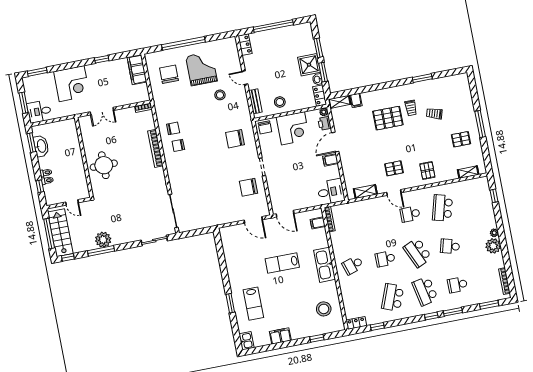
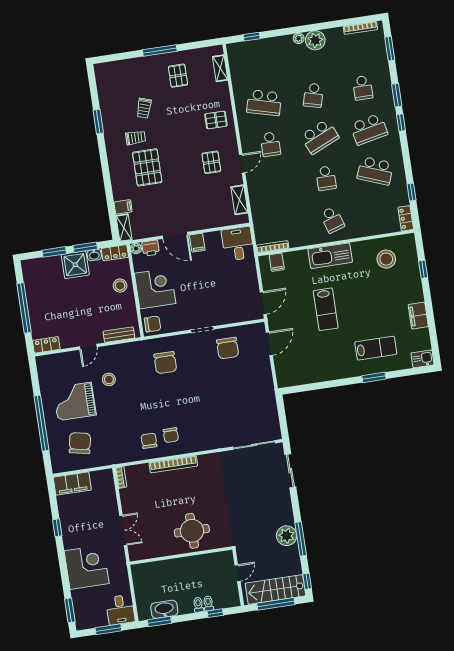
chair: (169, 74) -> (80, 443), turned 101
stool: (280, 102) -> (120, 286), moved

